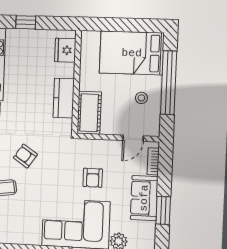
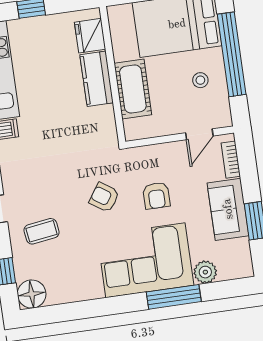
kitchen counter: (64, 98) -> (97, 79), moved
cot: (89, 113) -> (133, 89), moved
armchair: (25, 156) -> (104, 197), moved

